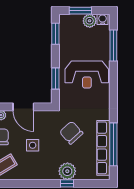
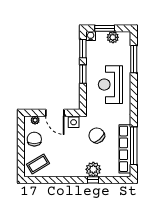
water cooler: (103, 19) -> (91, 36), moved
reception desk: (87, 75) -> (110, 85), turned 90
window: (55, 79) -> (83, 74), moved
side table: (33, 145) -> (74, 122), moved

